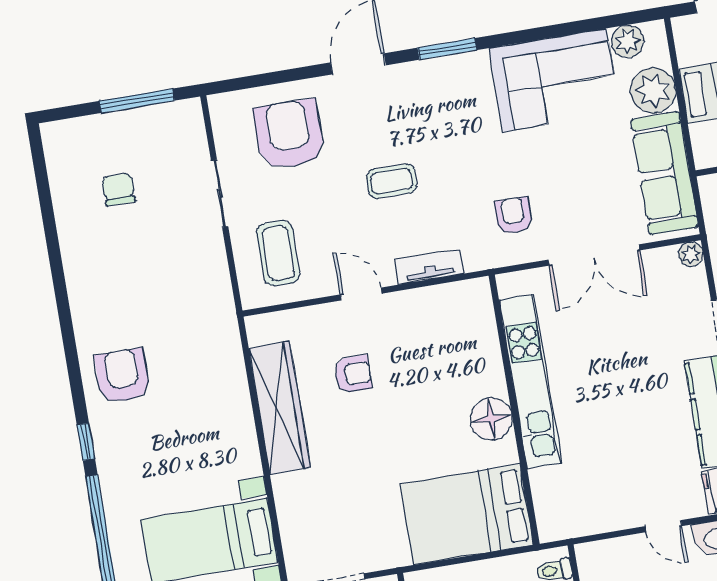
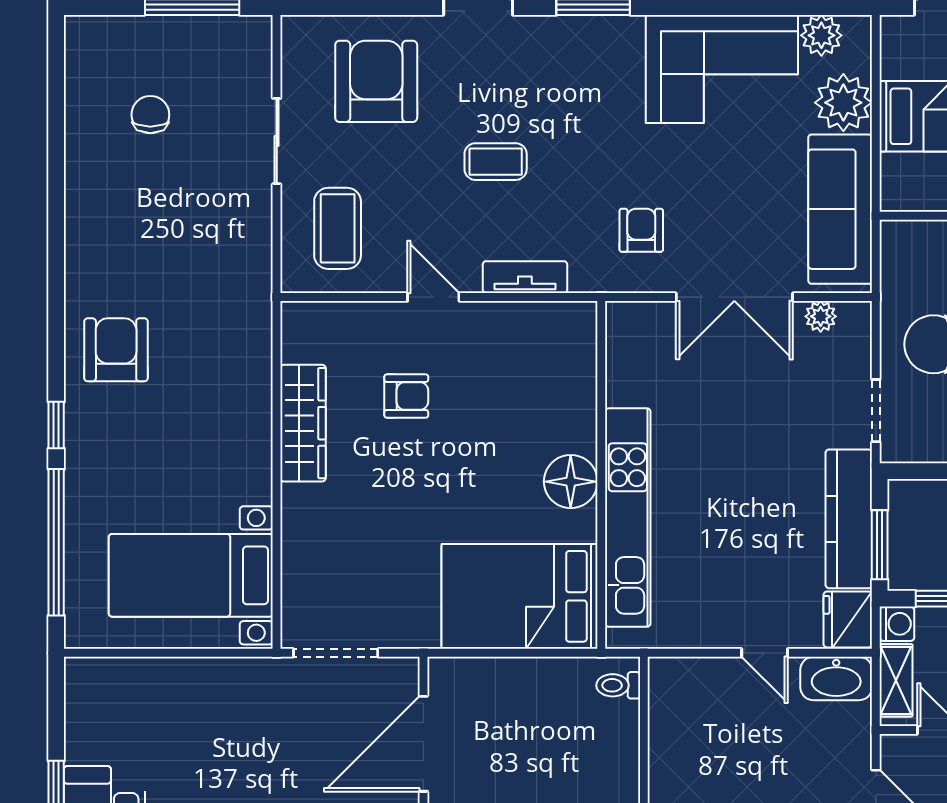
plant: (691, 254) -> (821, 316), moved
kitchen unit: (530, 382) -> (628, 518), moved
wardrobe: (280, 408) -> (303, 423), width x0.71, depth x0.85

